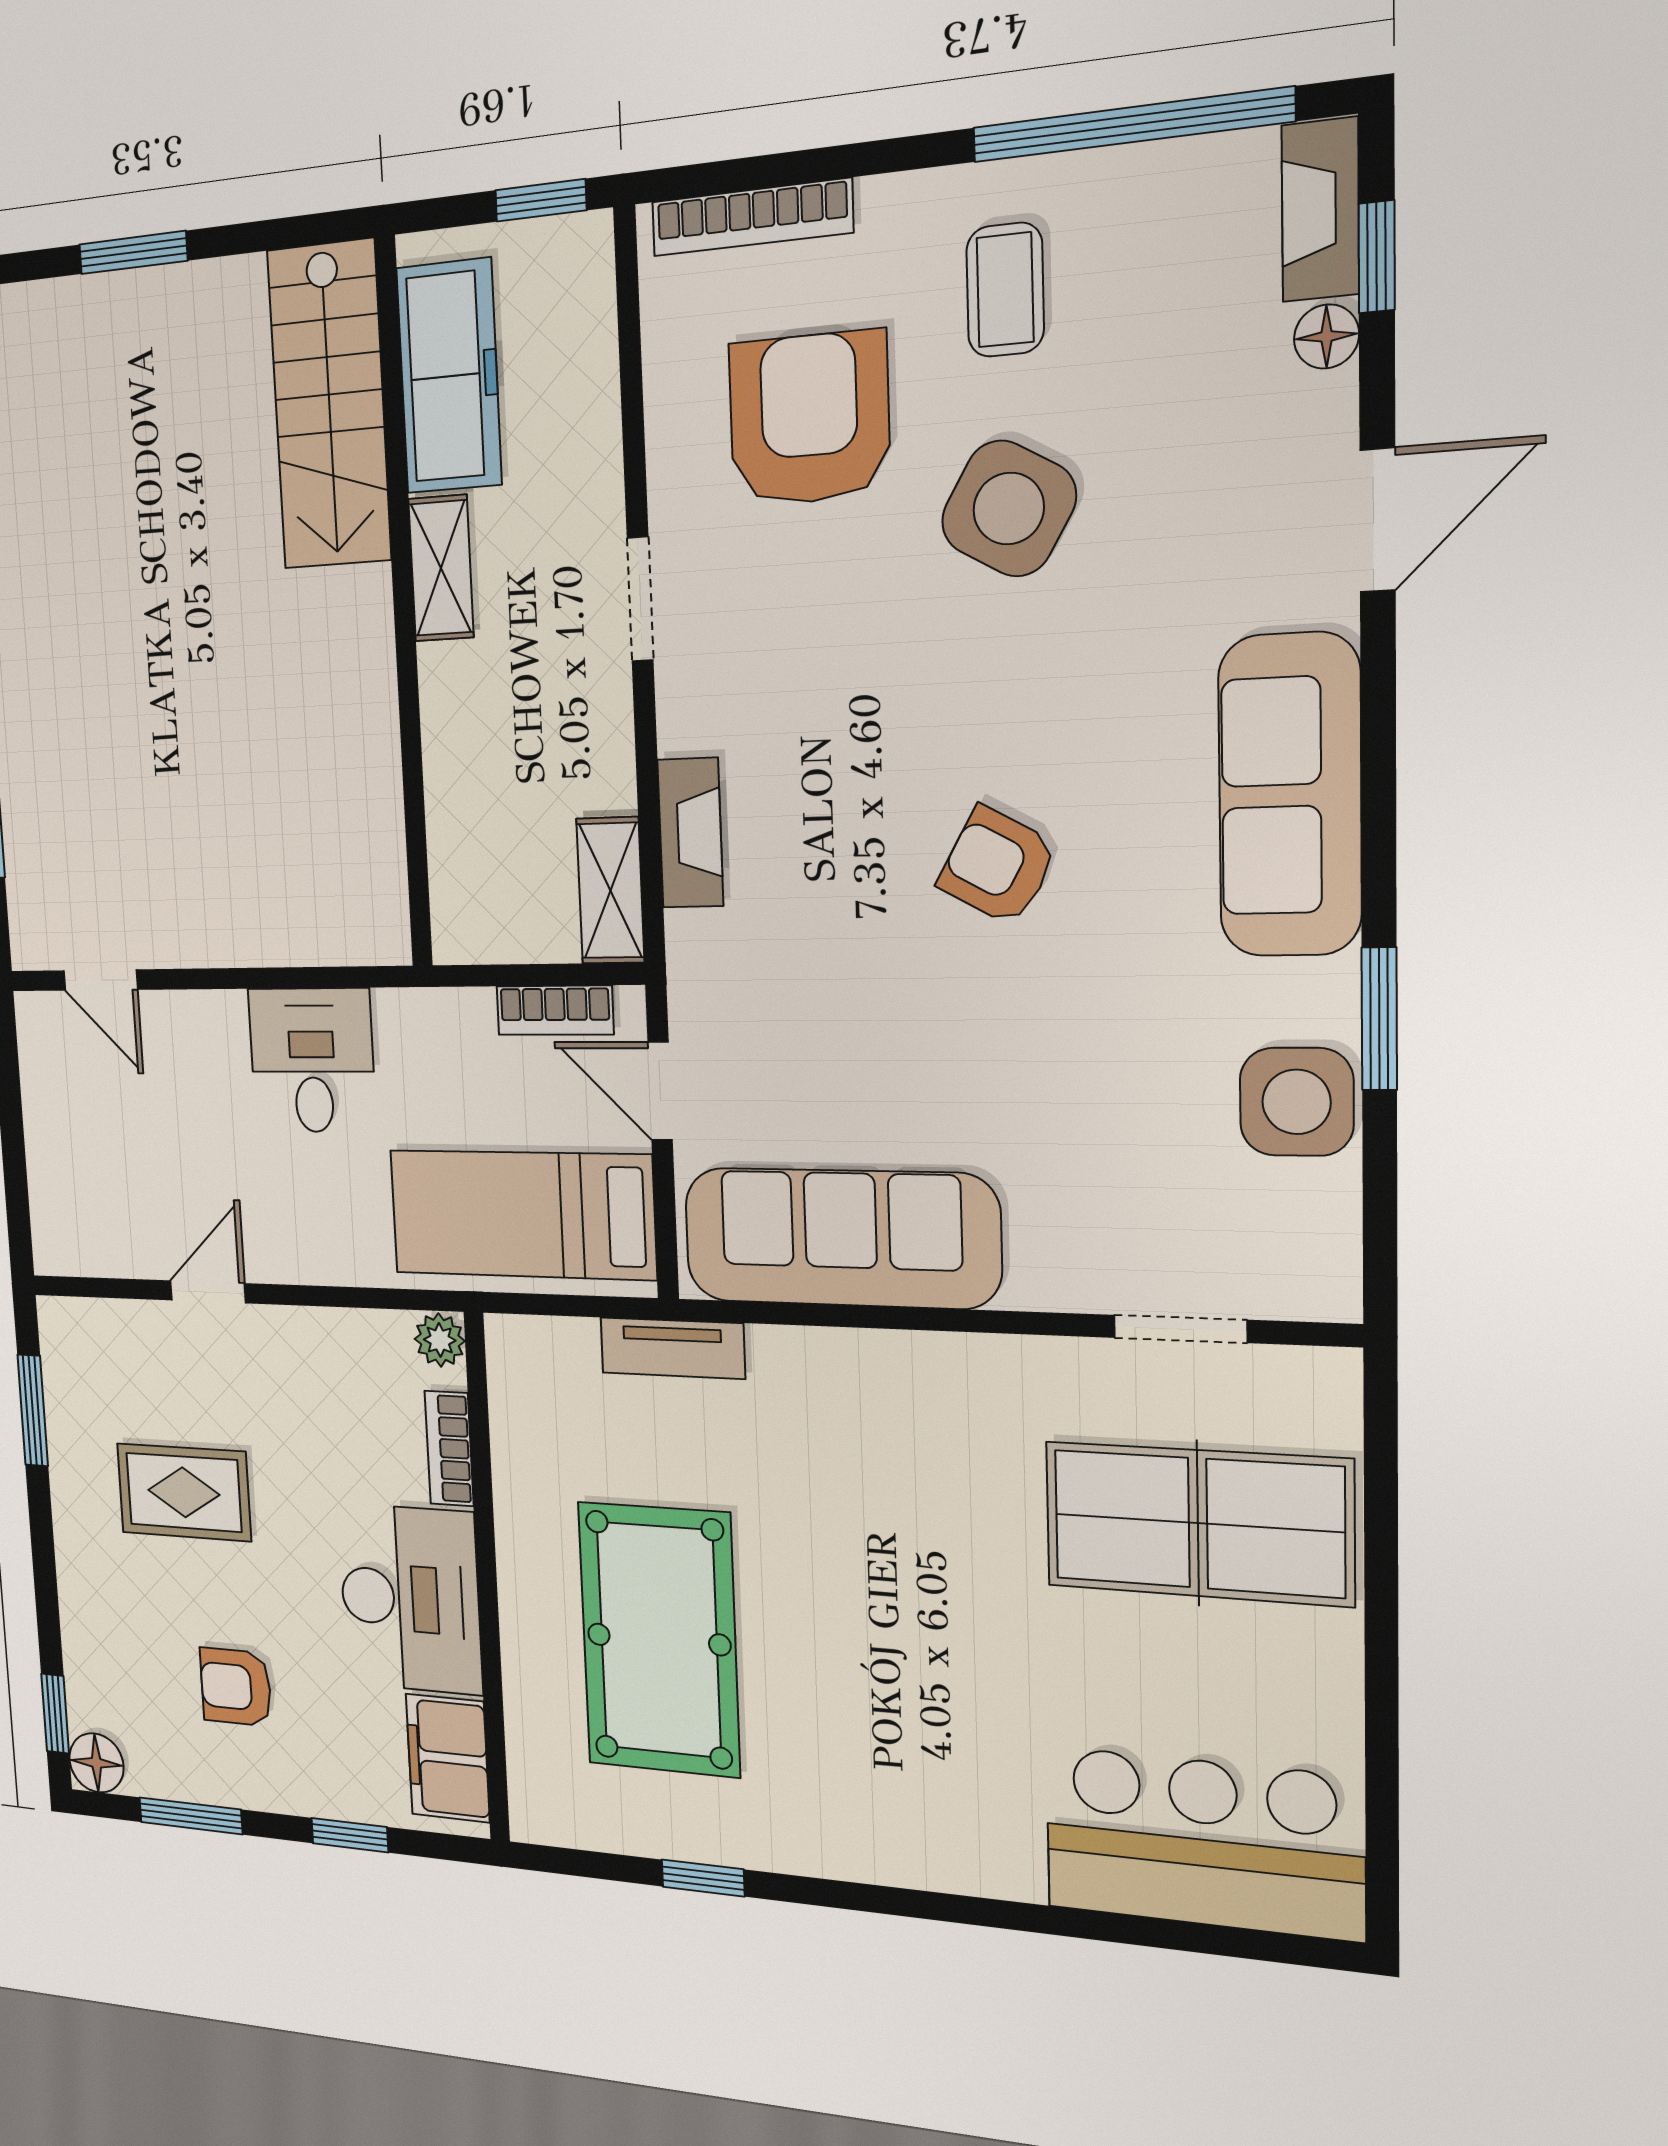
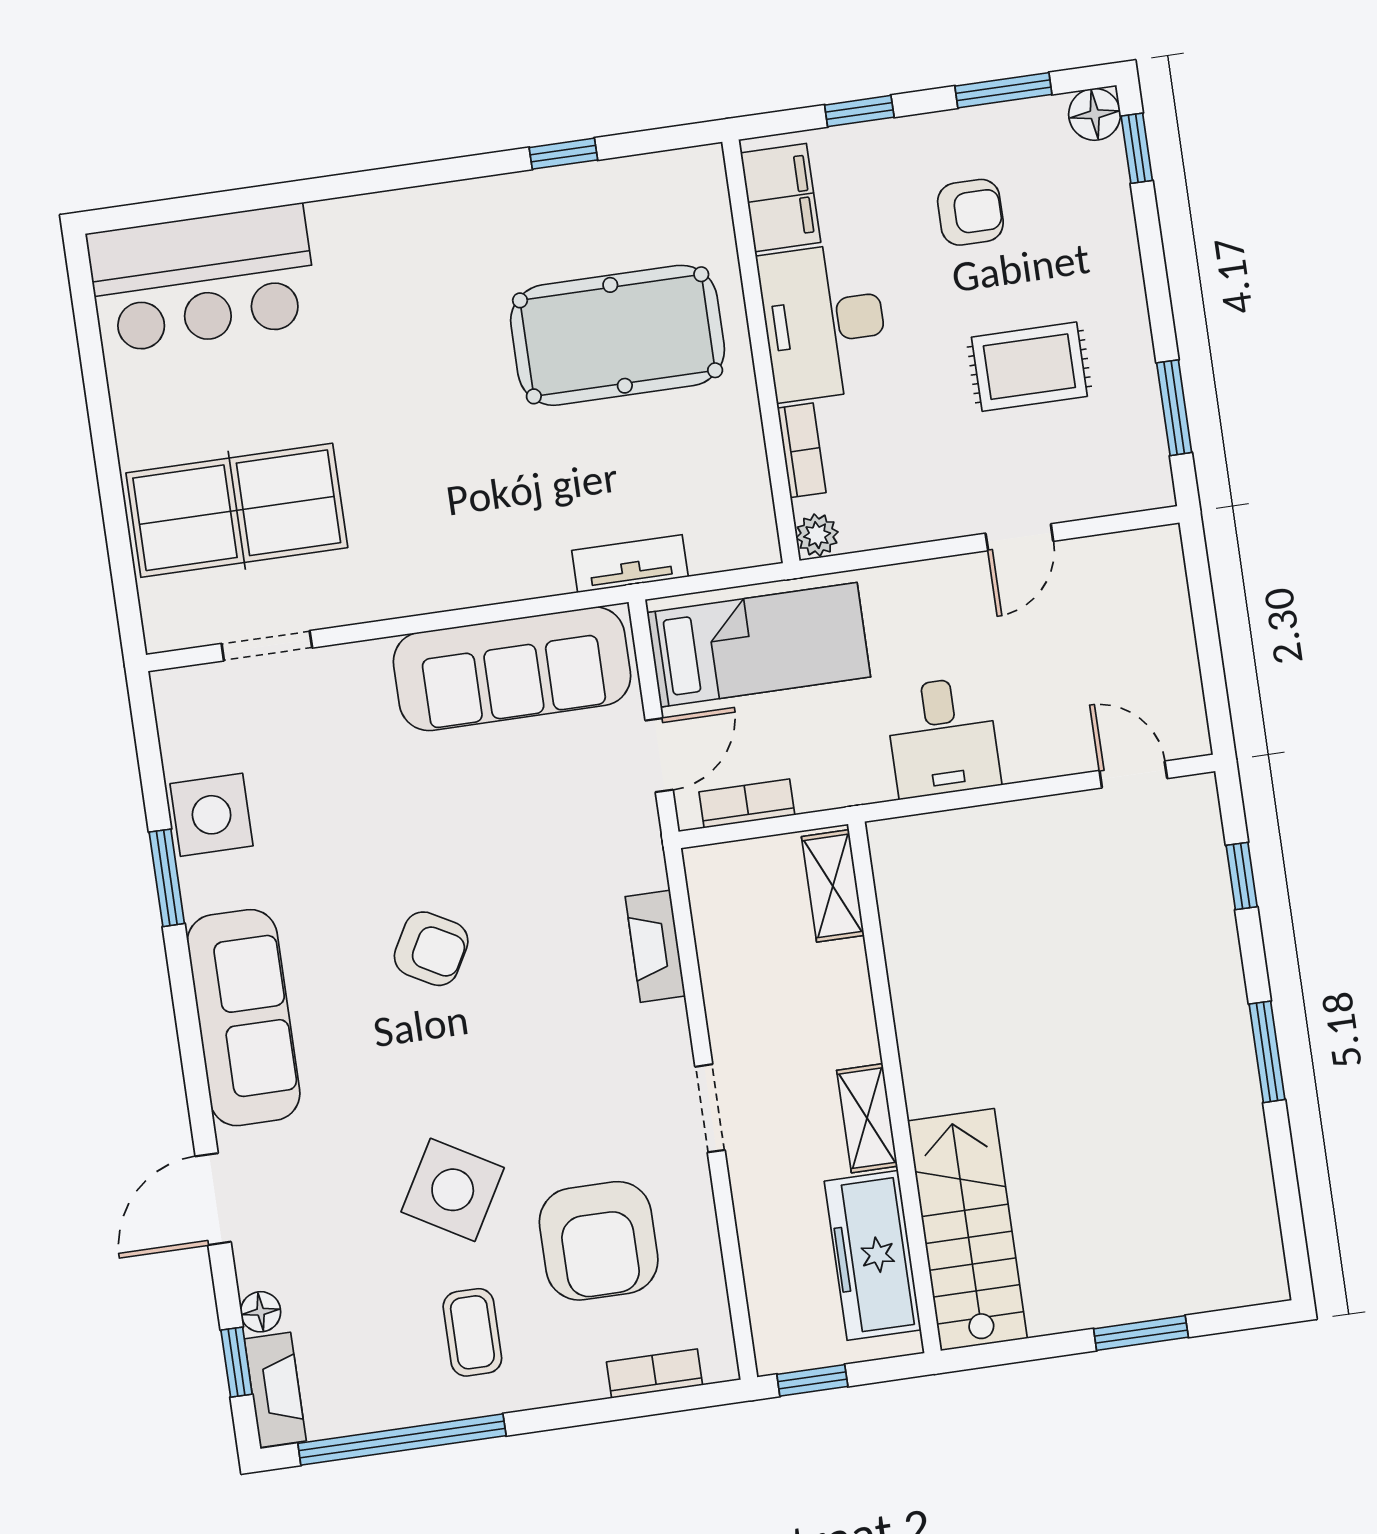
bookcase: (752, 217) -> (654, 1374), width x0.64
shelving: (610, 891) -> (833, 886), moved
door: (660, 1091) -> (659, 755), hinge flipped
pool table: (659, 1640) -> (618, 335), turned 90

